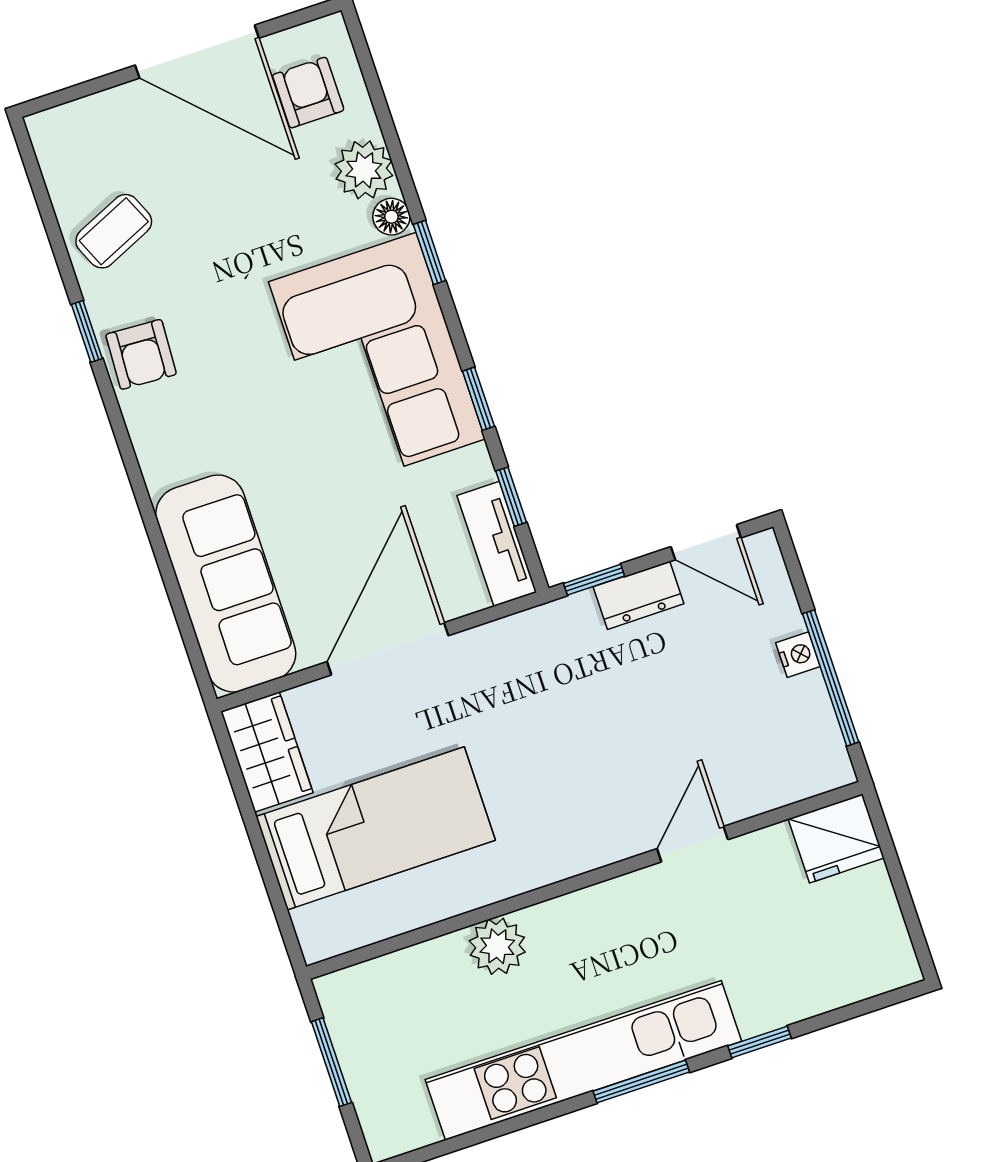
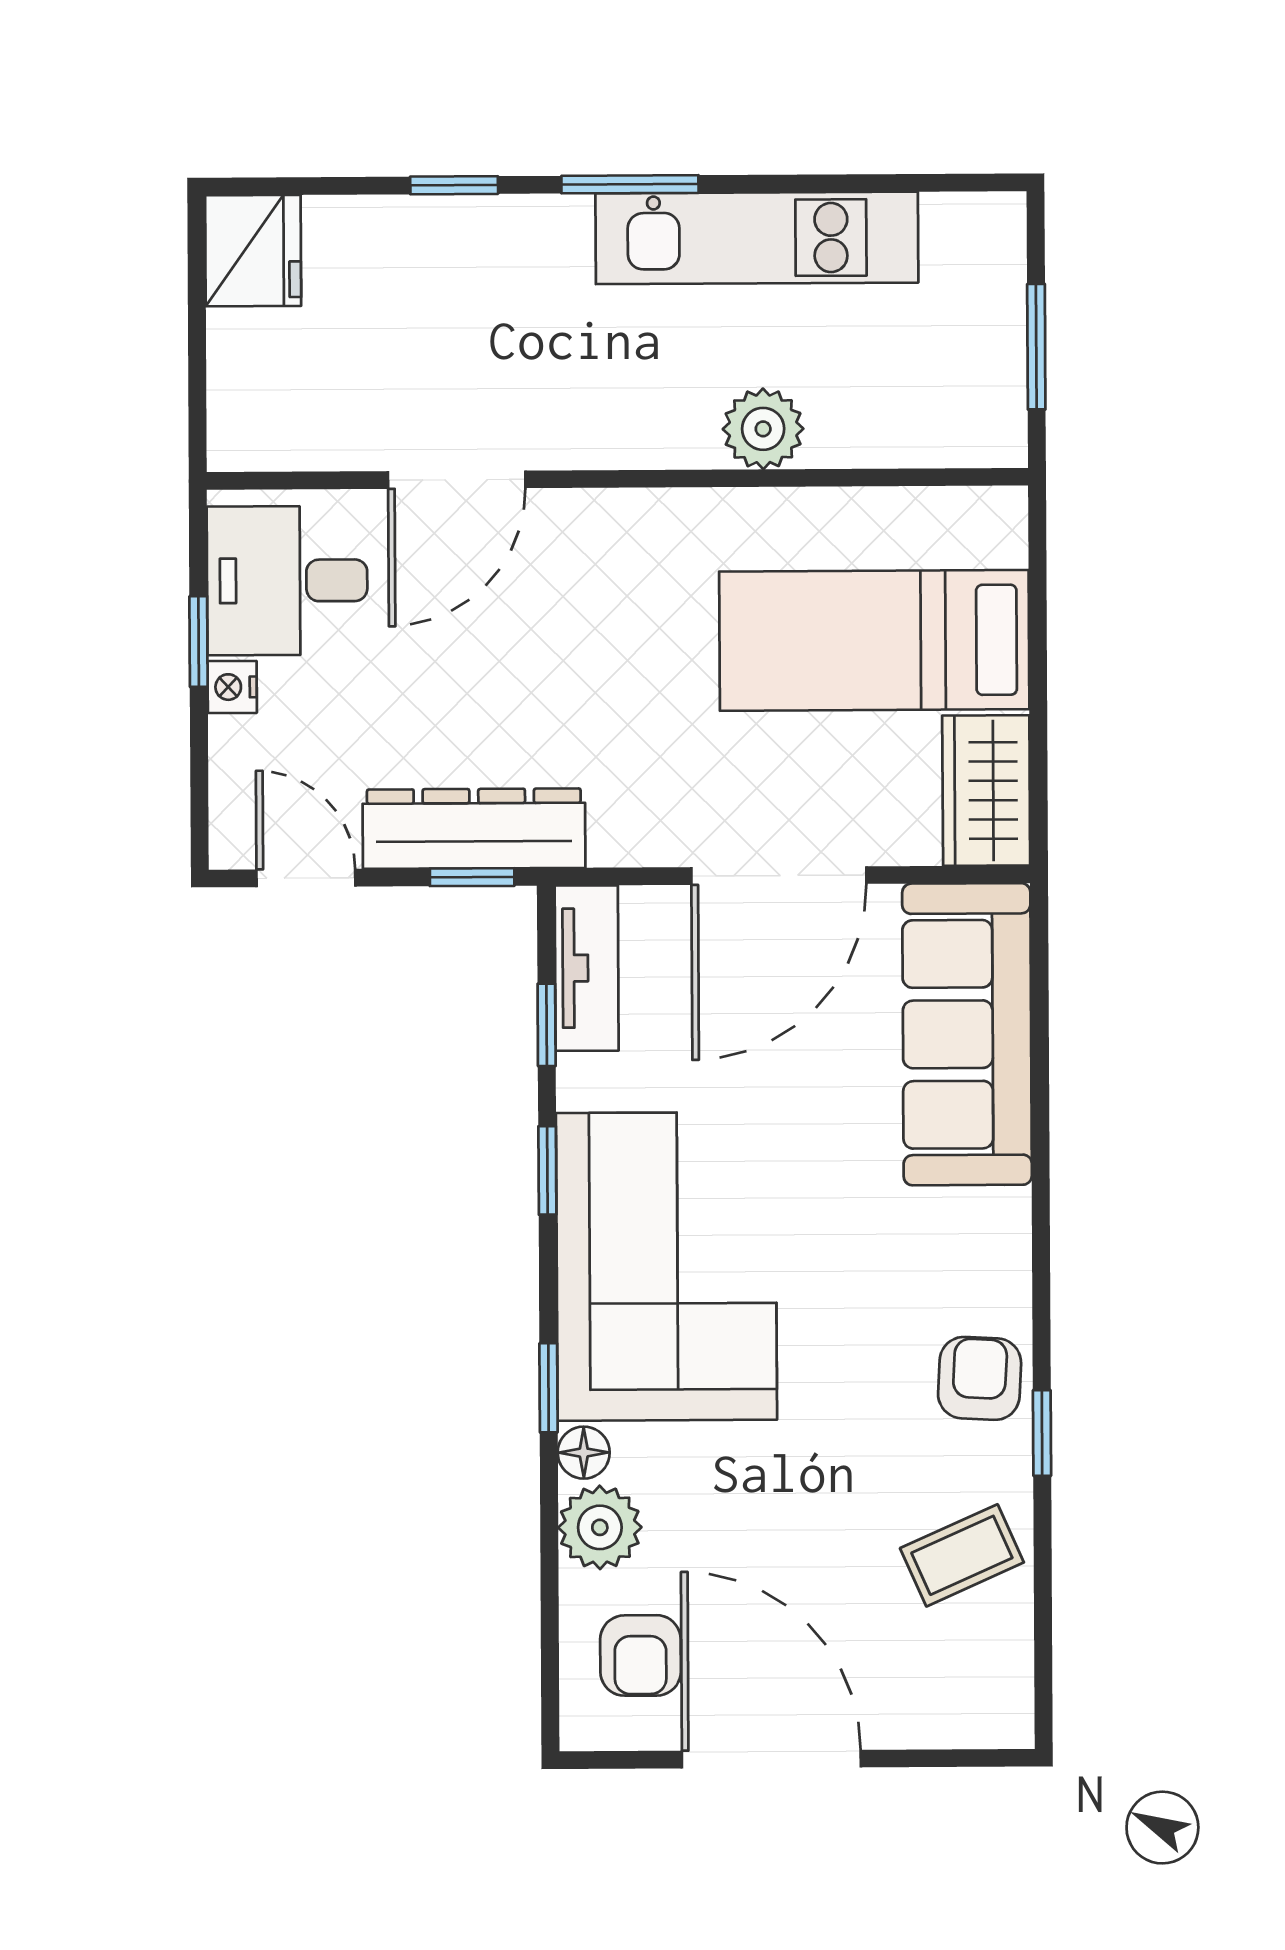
dresser: (639, 595) -> (474, 829), width x1.96, depth x1.24
window: (831, 678) -> (199, 642), width x0.46
desk: (784, 739) -> (287, 581), added
fridge: (836, 838) -> (253, 251), moved, turned 90
door: (693, 844) -> (457, 480), width x1.38
kitchen unit: (583, 1060) -> (757, 238), width x0.73

